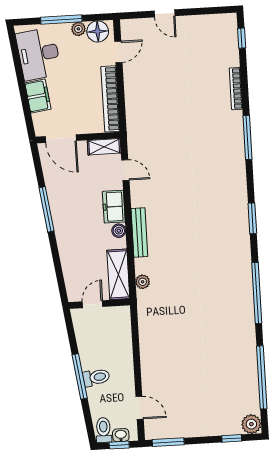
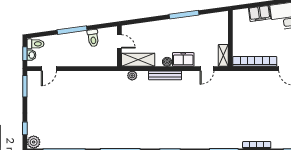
door: (61, 139) -> (230, 27), removed
toilet: (96, 377) -> (93, 38), moved

